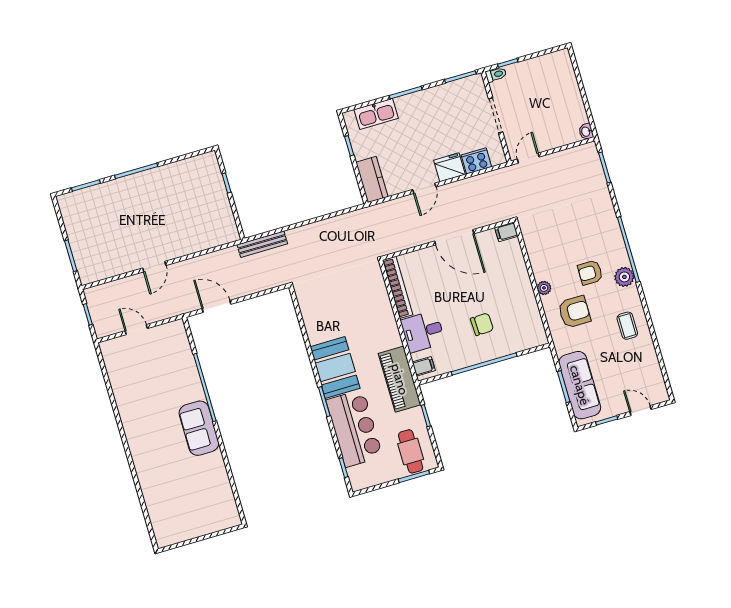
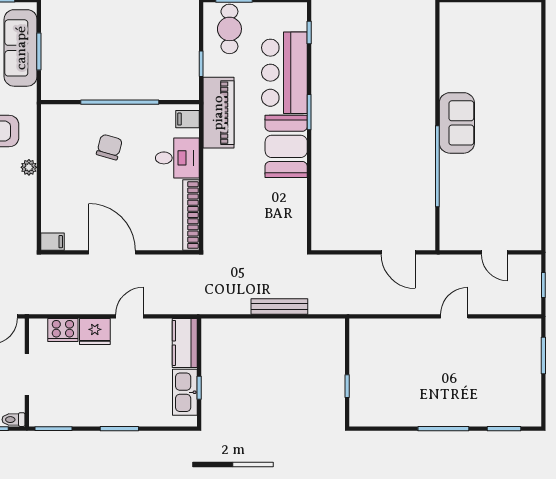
kitchen sink: (376, 114) -> (185, 392), moved, turned -90
bench: (262, 244) -> (279, 307), moved
chair: (482, 324) -> (109, 147), turned 108

